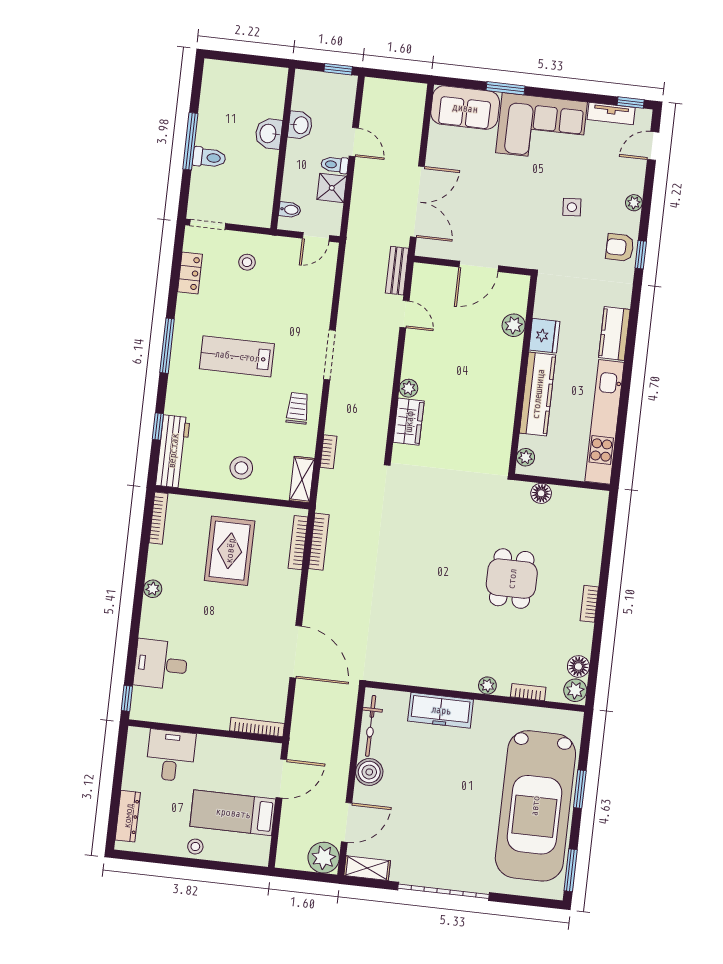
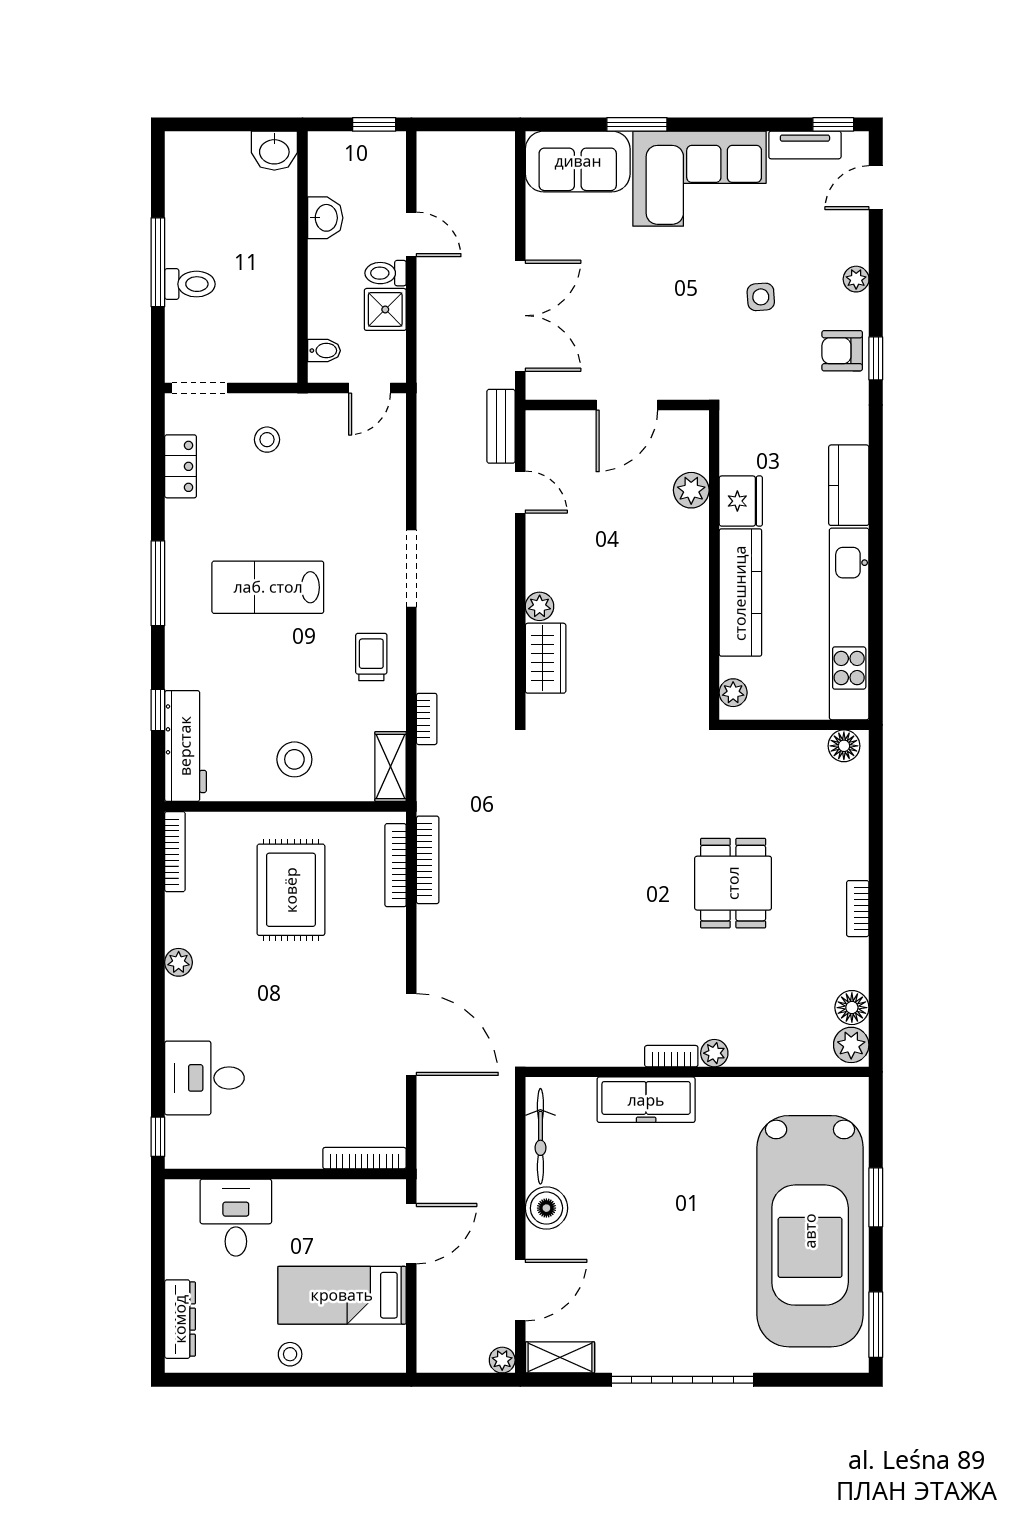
washbasin: (269, 134) -> (274, 151), moved, turned -90
floor lamp: (541, 493) -> (844, 746), moved
bookcase: (528, 692) -> (671, 1056), moved
plant: (324, 858) -> (502, 1360), width x0.53, depth x0.53

